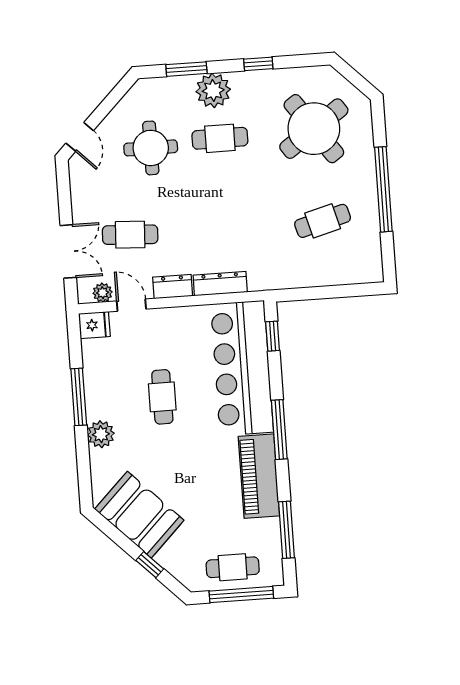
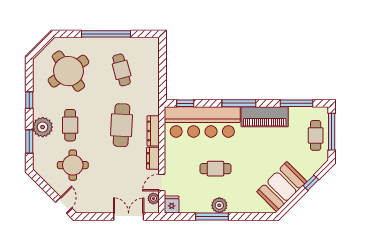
door: (80, 137) -> (64, 205), hinge flipped
cafe table: (130, 235) -> (122, 125), moved, width x1.37, depth x1.35
plant: (101, 434) -> (219, 205), moved

